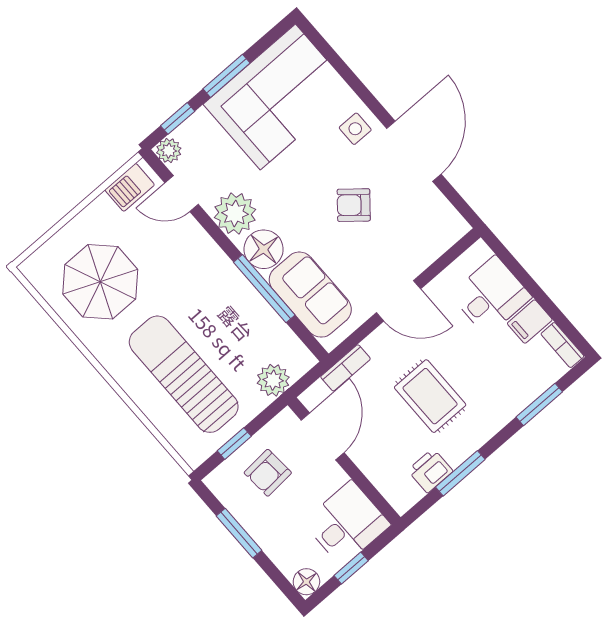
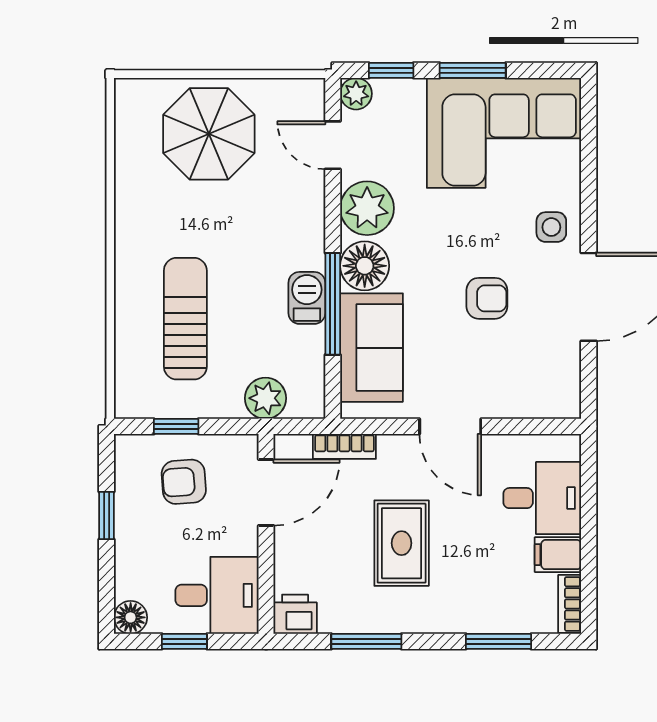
barbecue: (130, 187) -> (307, 298), moved, turned 90
armchair: (354, 205) -> (487, 298), turned 140
parasol: (100, 282) -> (209, 134), moved
sun lounger: (184, 374) -> (185, 319), width x0.73, depth x0.75
printer: (430, 471) -> (295, 614), moved
window: (239, 533) -> (107, 515), width x0.67

